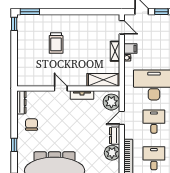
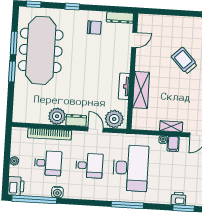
trolley: (56, 43) -> (184, 61), turned 46
shelving: (103, 80) -> (141, 90), moved
door: (61, 88) -> (134, 40), moved

